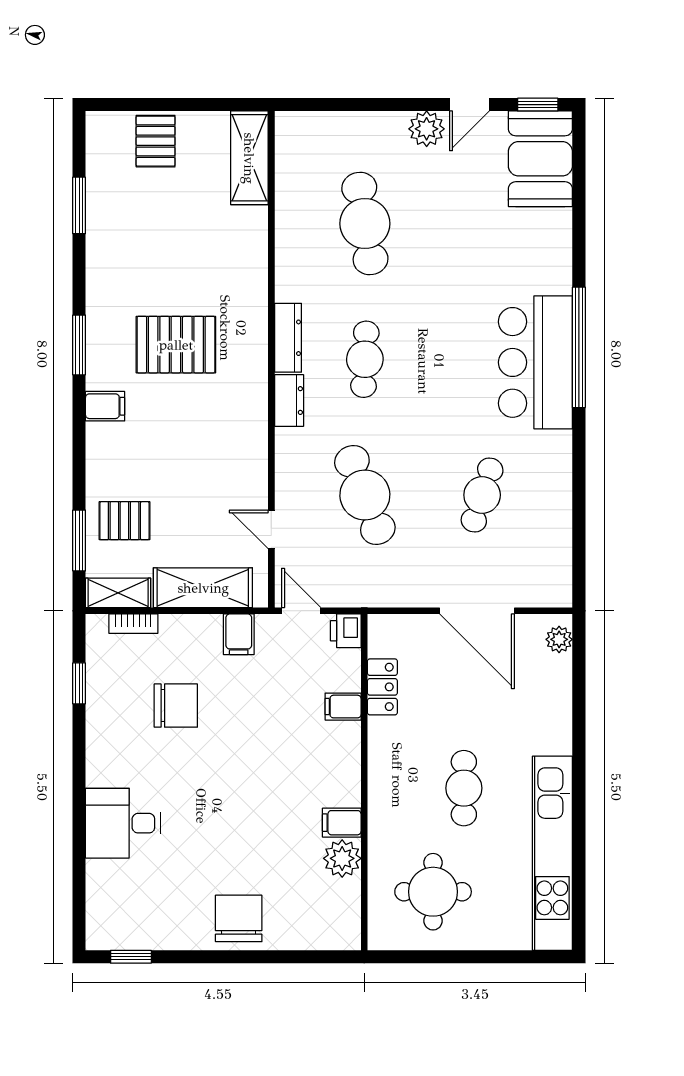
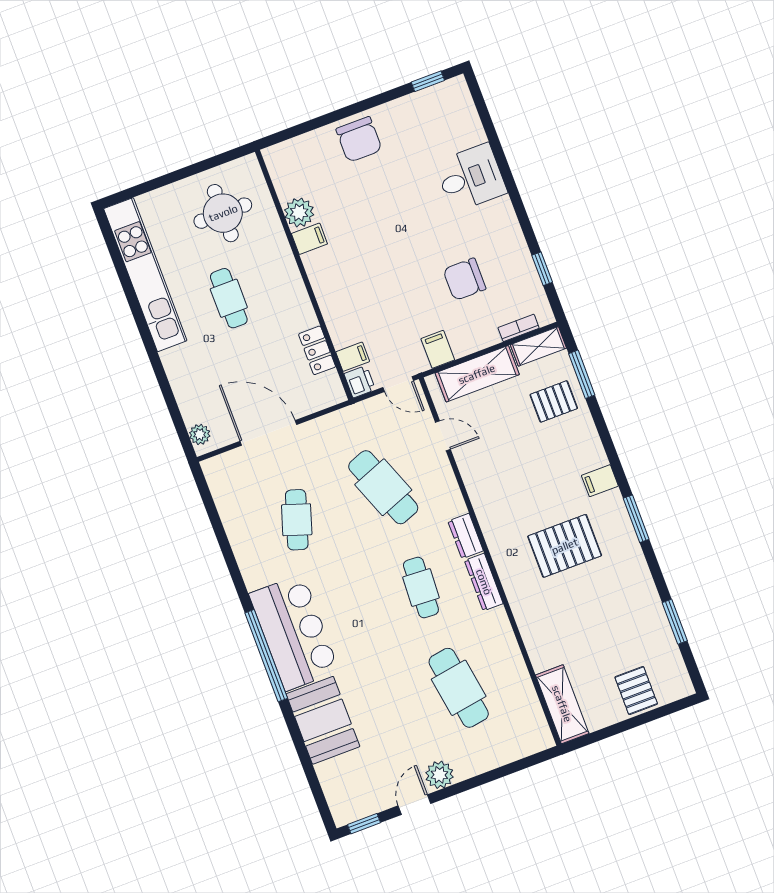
booth: (540, 159) -> (323, 720), moved
filing cabinet: (343, 707) -> (353, 357), moved

